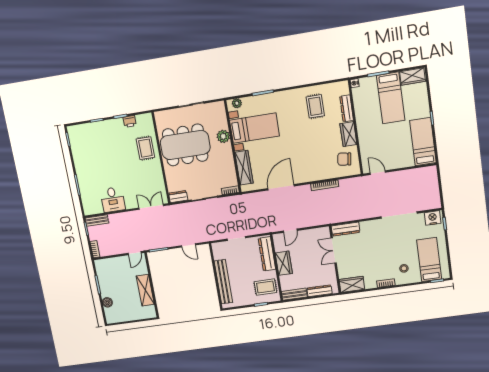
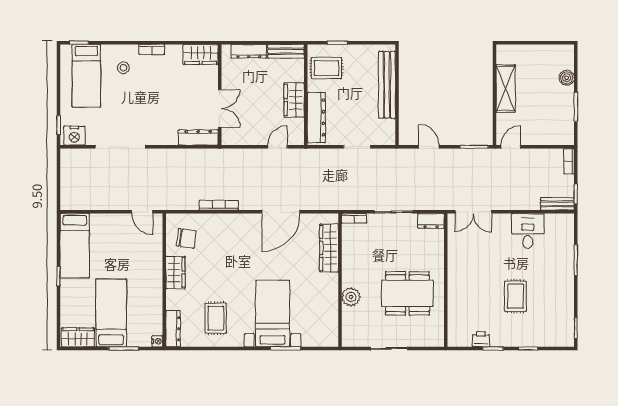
plant: (237, 103) -> (324, 340), removed
dresser: (347, 108) -> (173, 329), moved
bed with nightstands: (254, 128) -> (273, 314), moved, turned 90
dining table: (185, 145) -> (407, 293), width x0.73, depth x0.80
rug: (145, 148) -> (515, 296), moved

